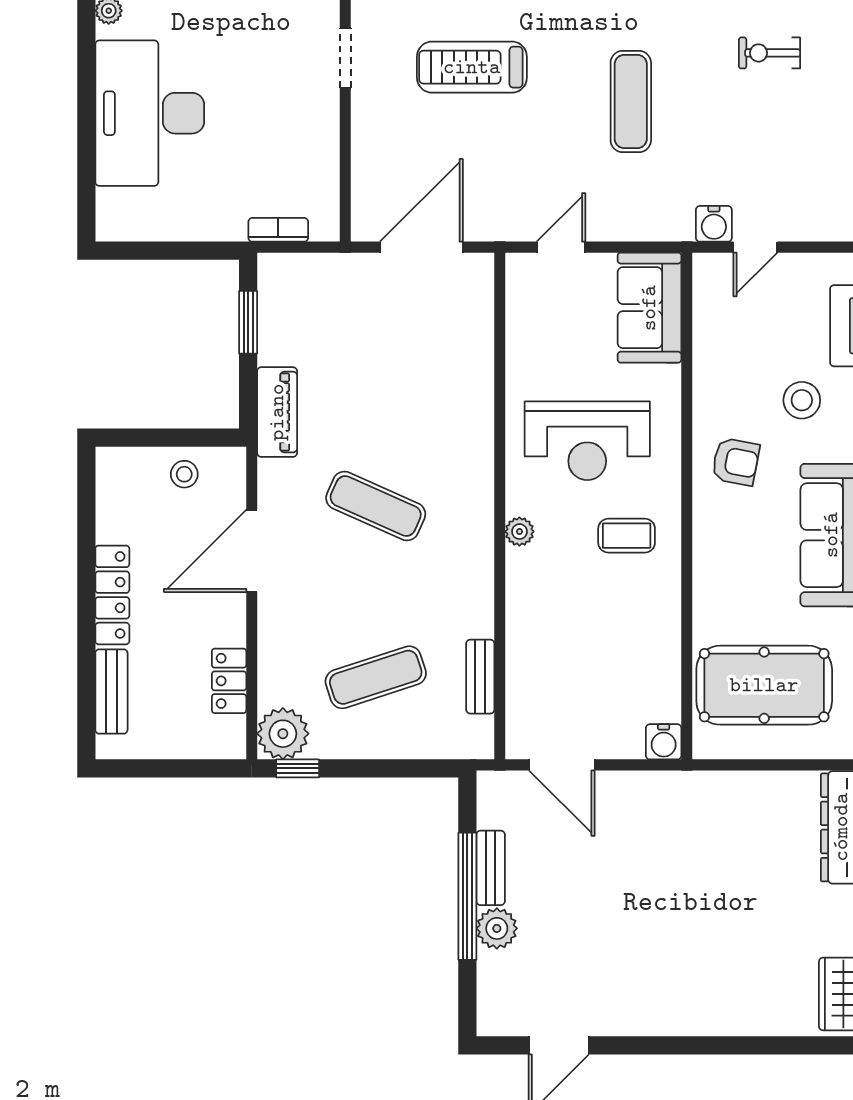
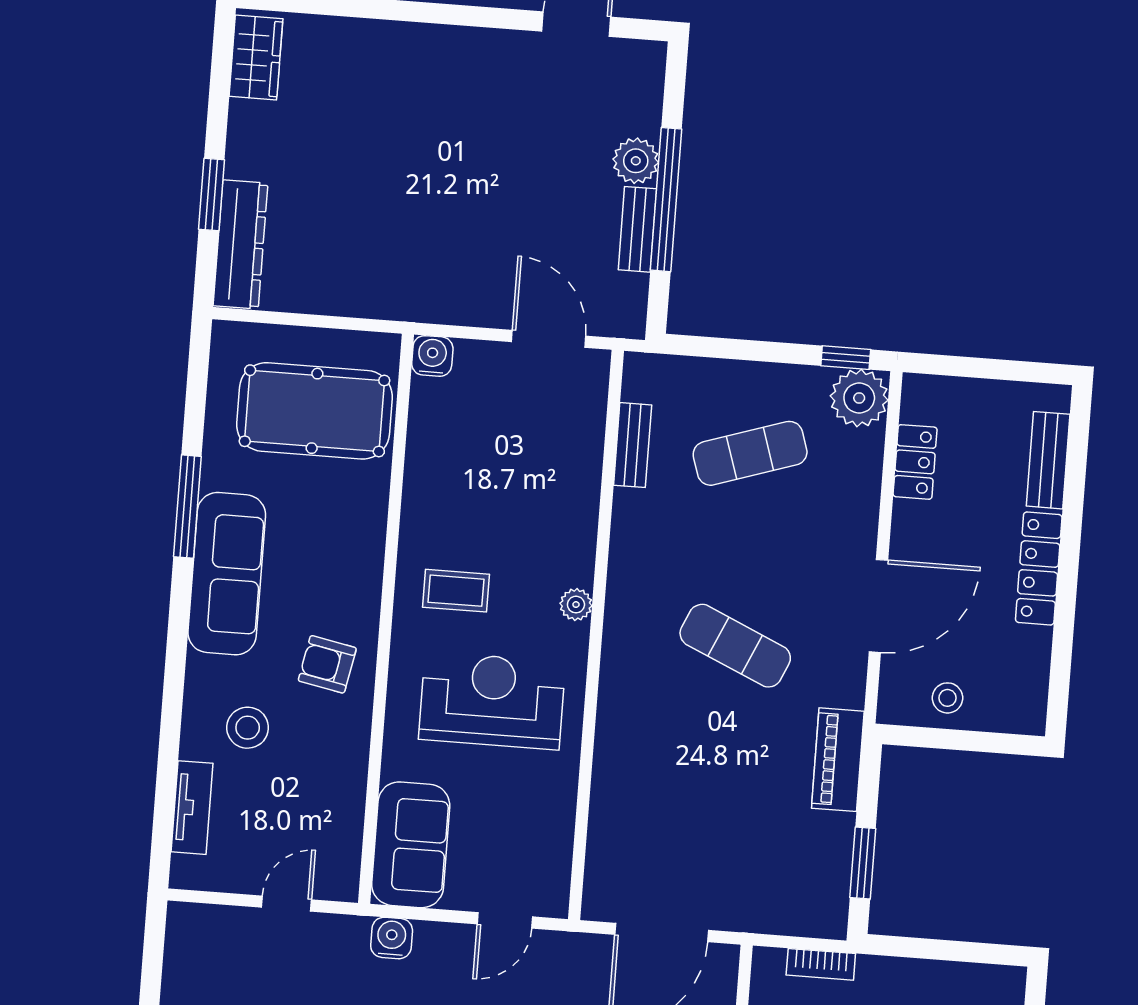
water cooler: (714, 224) -> (392, 938), moved

